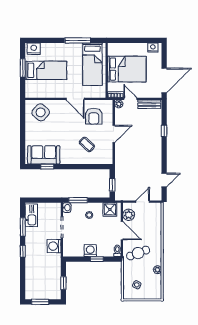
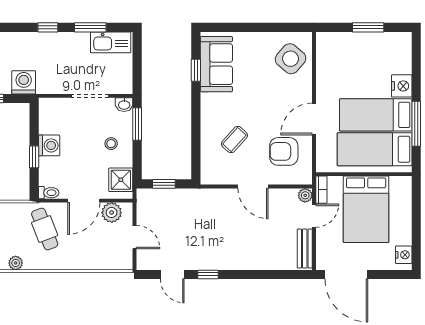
nightstand: (34, 49) -> (402, 86), moved
bed: (46, 70) -> (376, 115), moved, turned 90
window: (164, 131) -> (208, 274), moved
washing machine: (54, 246) -> (24, 82), moved

